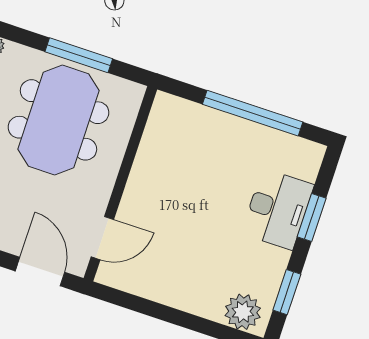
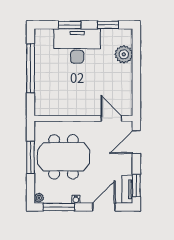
desk: (278, 209) -> (77, 46), width x1.36, depth x1.30
plant: (243, 312) -> (124, 54), moved

